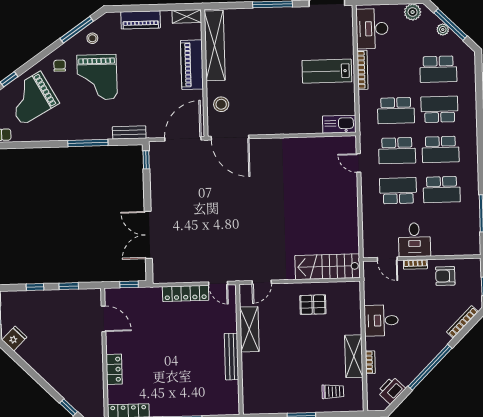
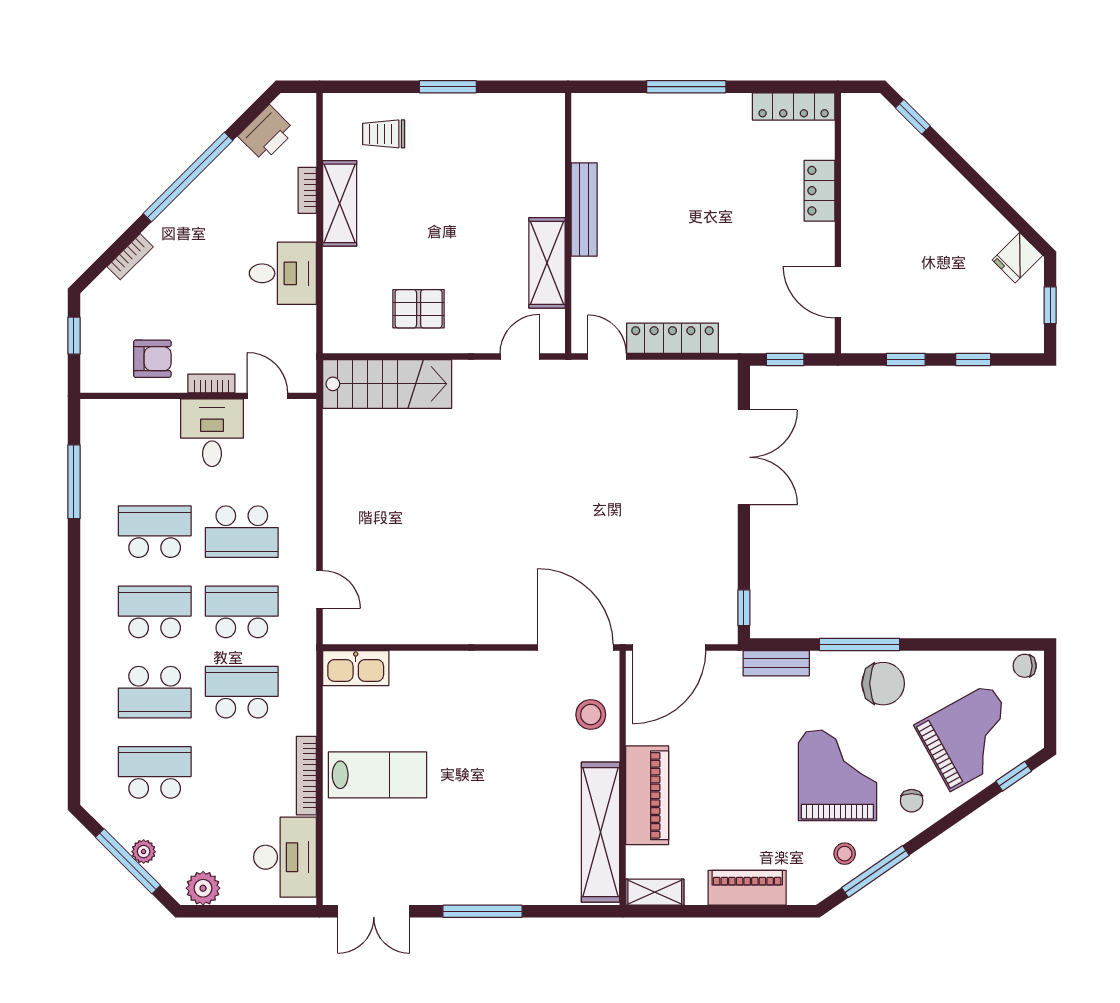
chair: (75, 124) -> (883, 684), added
bookcase: (462, 322) -> (130, 257), width x0.64

